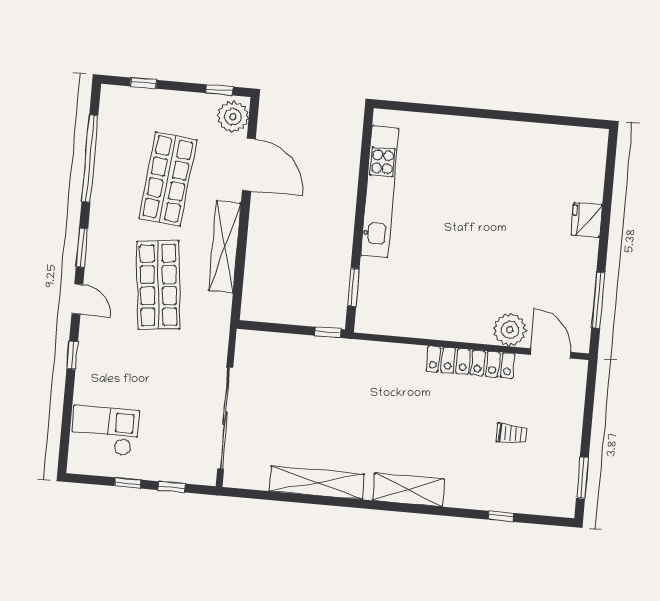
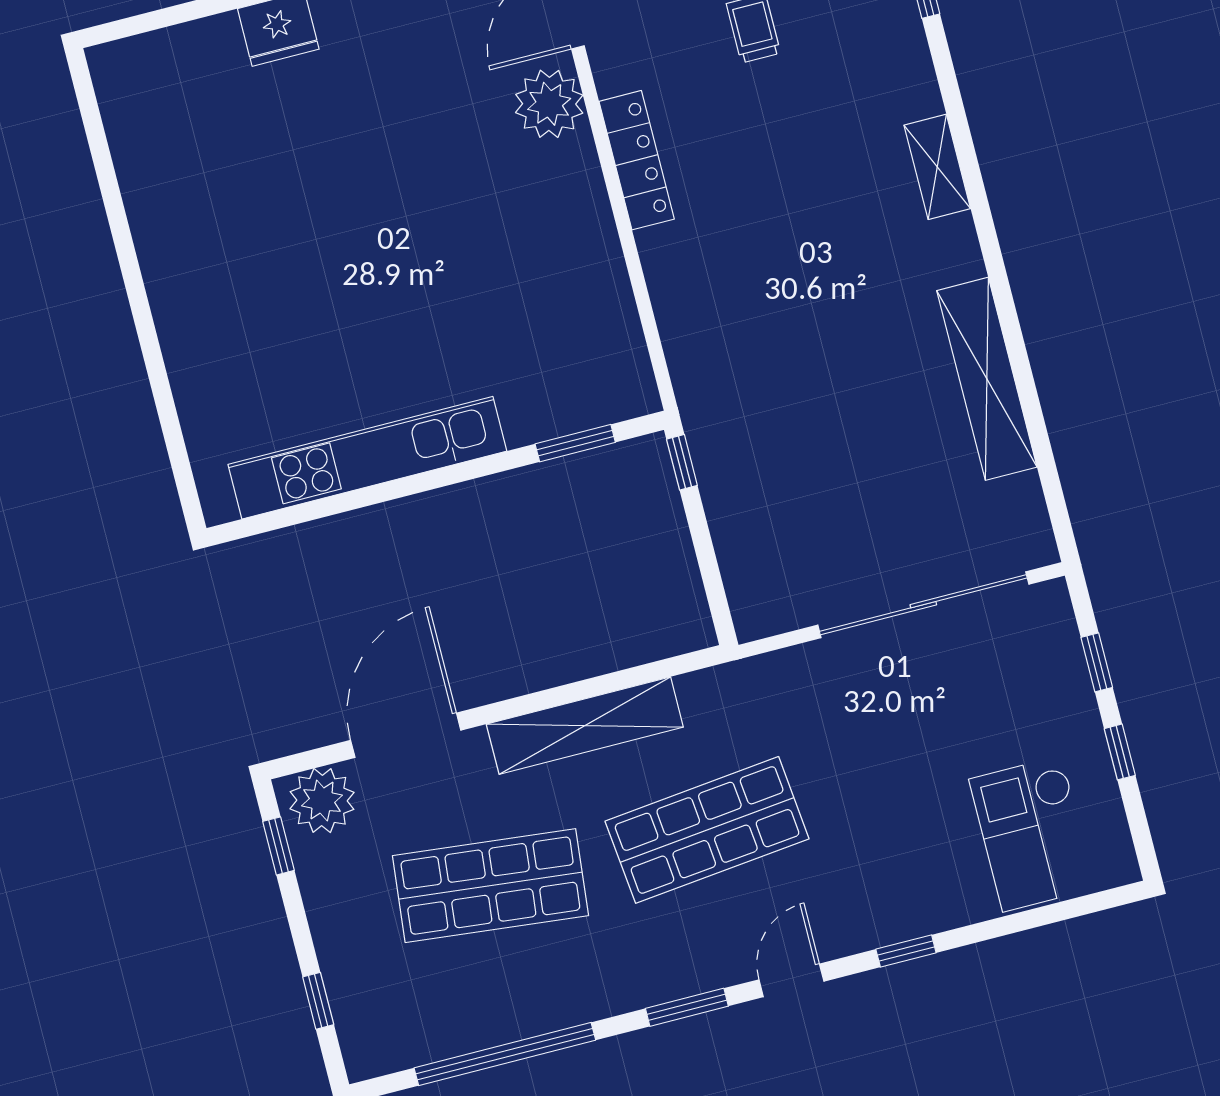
locker: (470, 362) -> (637, 160), width x0.71, depth x0.83
shelving: (409, 490) -> (937, 167), width x0.67, depth x0.75

